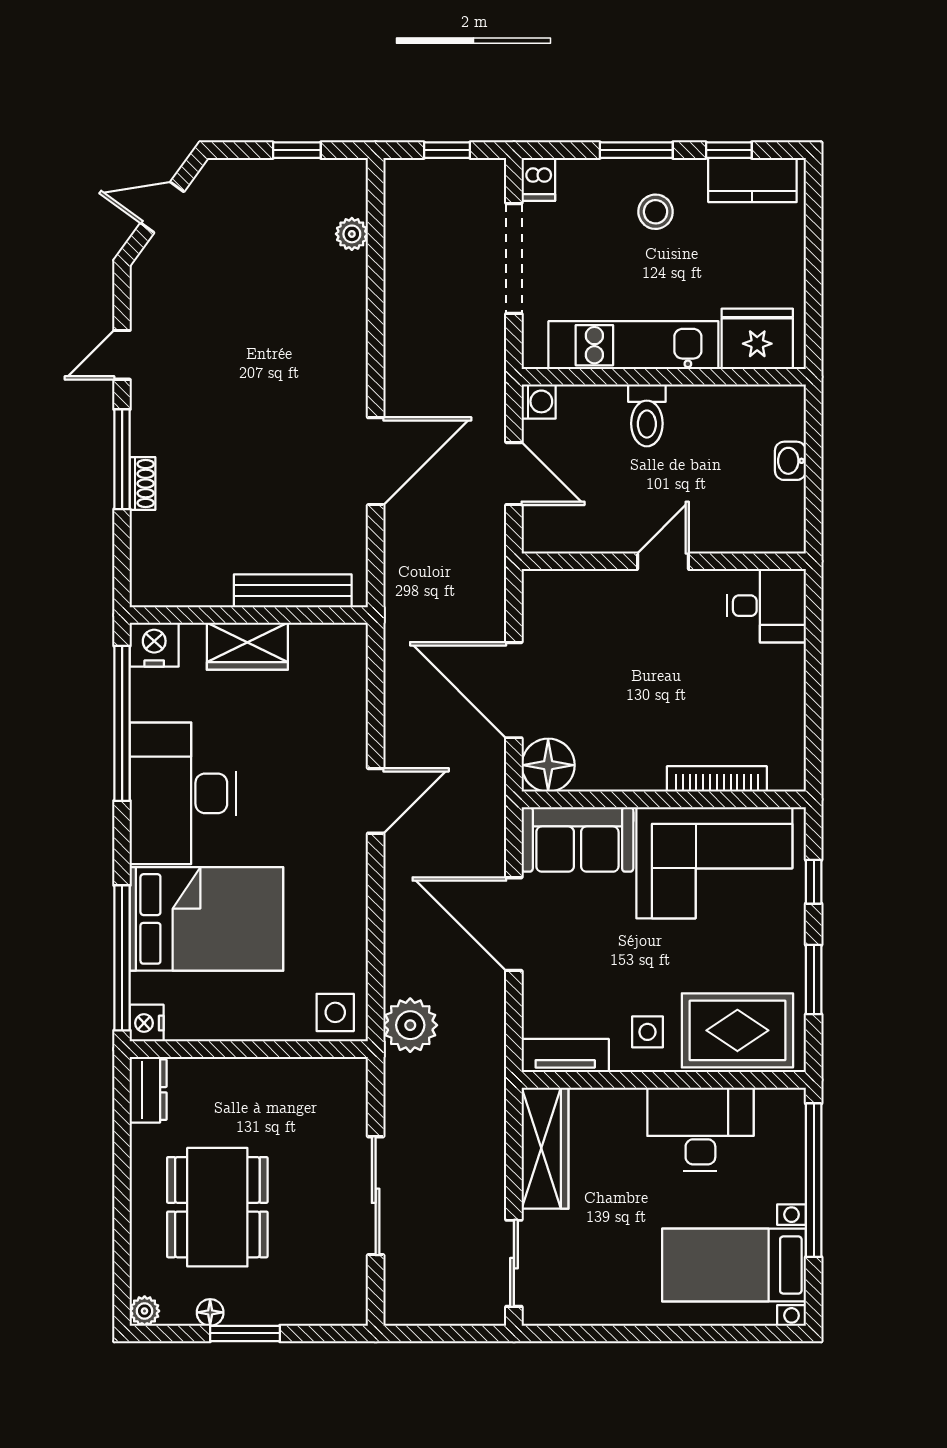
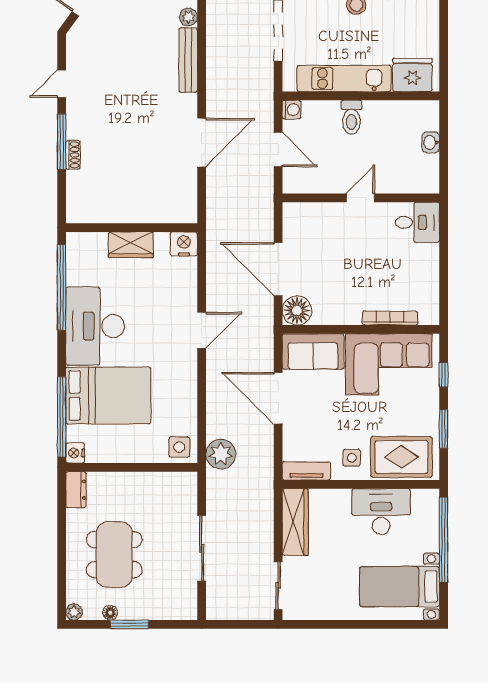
bench: (293, 591) -> (188, 60), moved, turned 90
nightstand: (154, 645) -> (184, 244), moved

